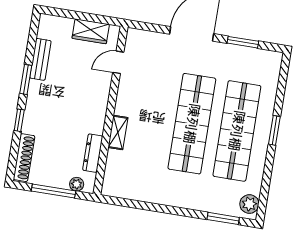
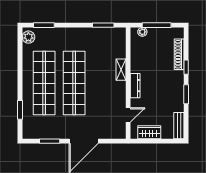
bench: (40, 59) -> (179, 126), moved
window: (274, 130) -> (20, 110), moved
dresser: (93, 153) -> (135, 86), moved
shoe rack: (24, 158) -> (179, 54), moved
window: (134, 204) -> (103, 25), added

